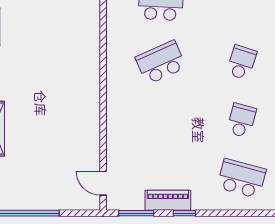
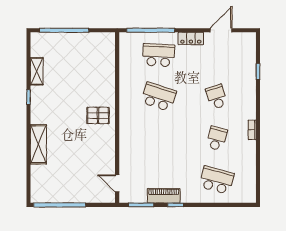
school desk: (161, 62) -> (159, 97), turned 42
school desk: (241, 62) -> (217, 97), turned -36
pallet: (76, 89) -> (98, 115), added

